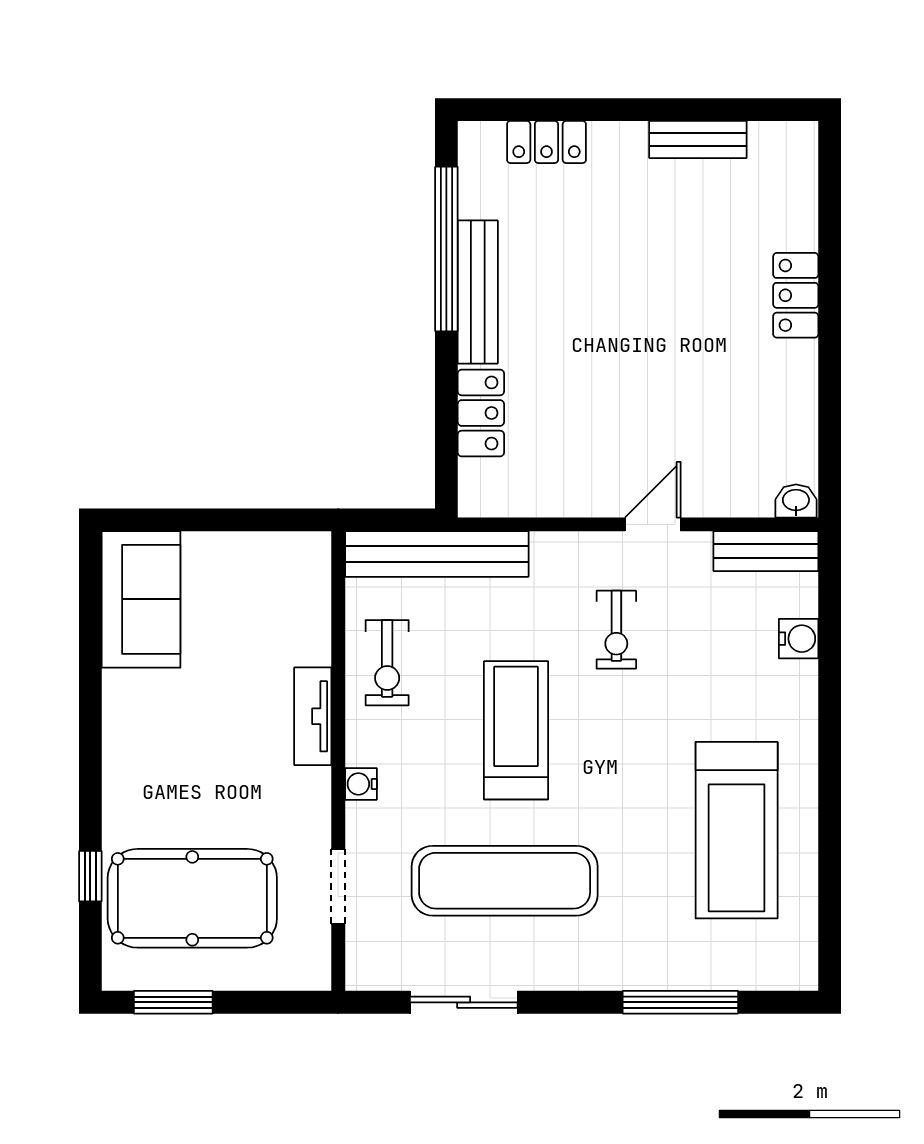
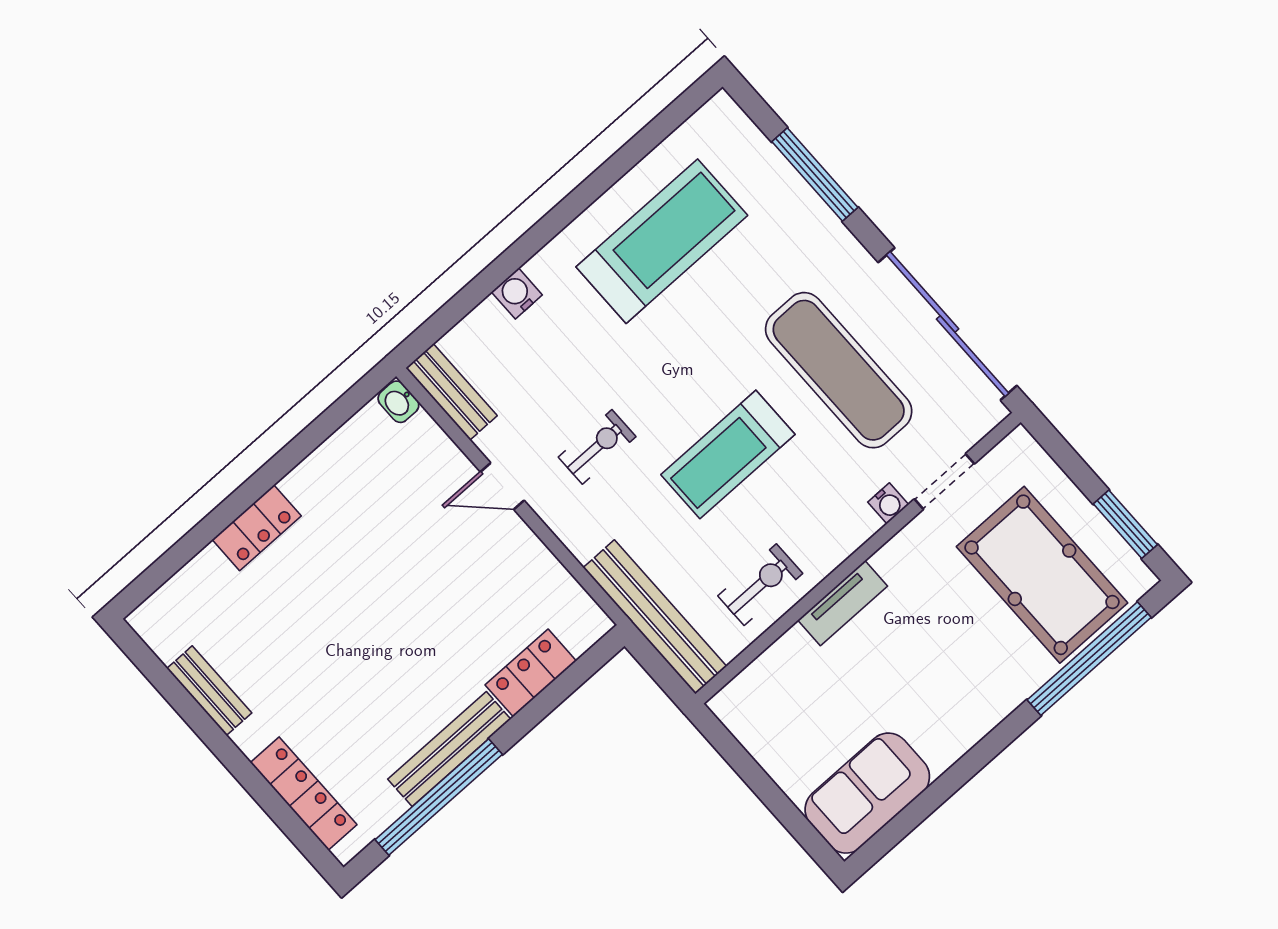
locker: (546, 142) -> (304, 794), width x1.53
water cooler: (799, 639) -> (517, 293), moved
water cooler: (361, 784) -> (888, 503), moved
window: (90, 876) -> (1089, 659), width x3.17
sliding door: (464, 1002) -> (948, 324), width x1.86

